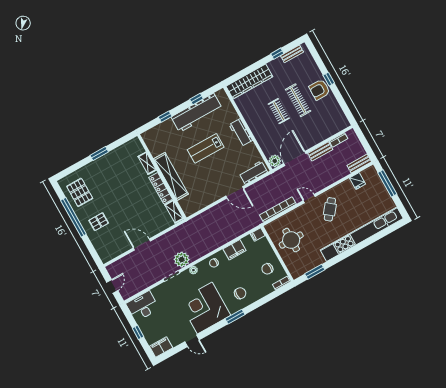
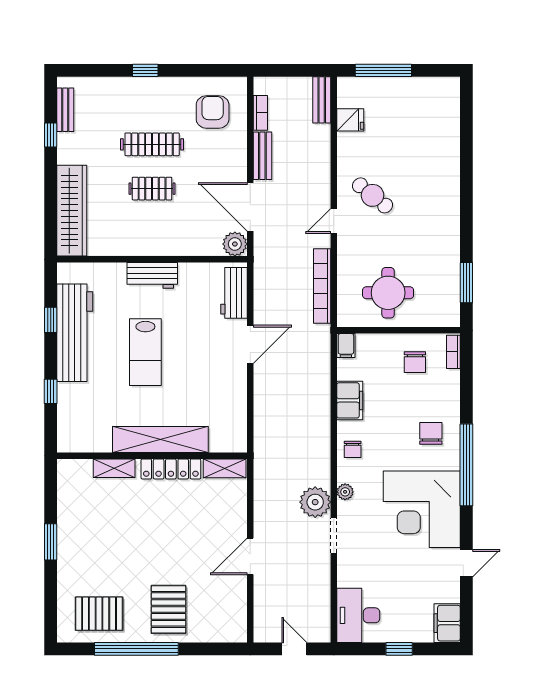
armchair: (319, 90) -> (213, 112), moved, turned 180
pallet: (99, 222) -> (169, 609), width x1.50, depth x1.42
kitchen unit: (362, 234) -> (447, 164), removed
window: (235, 317) -> (466, 465), width x2.11

